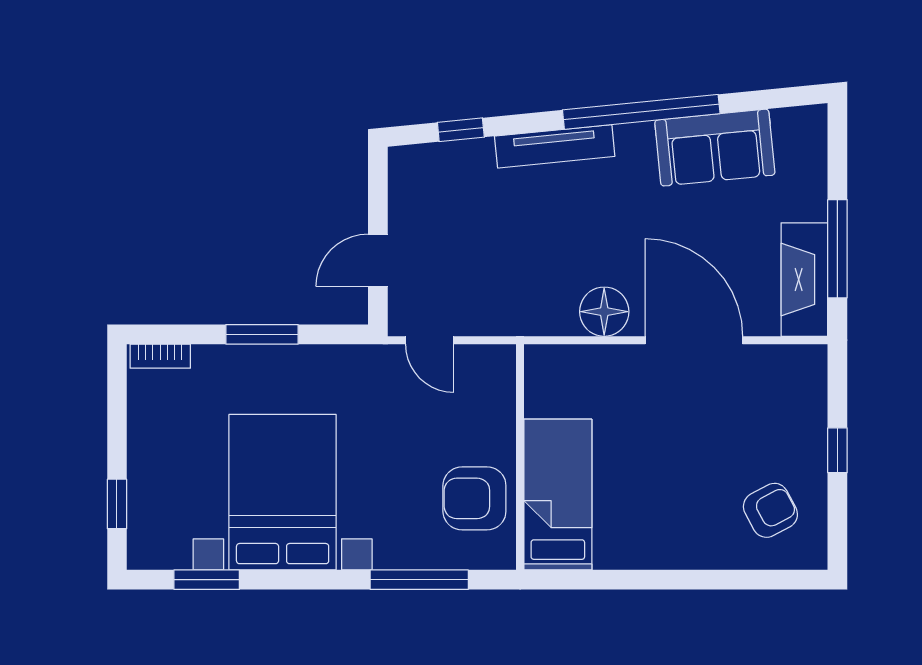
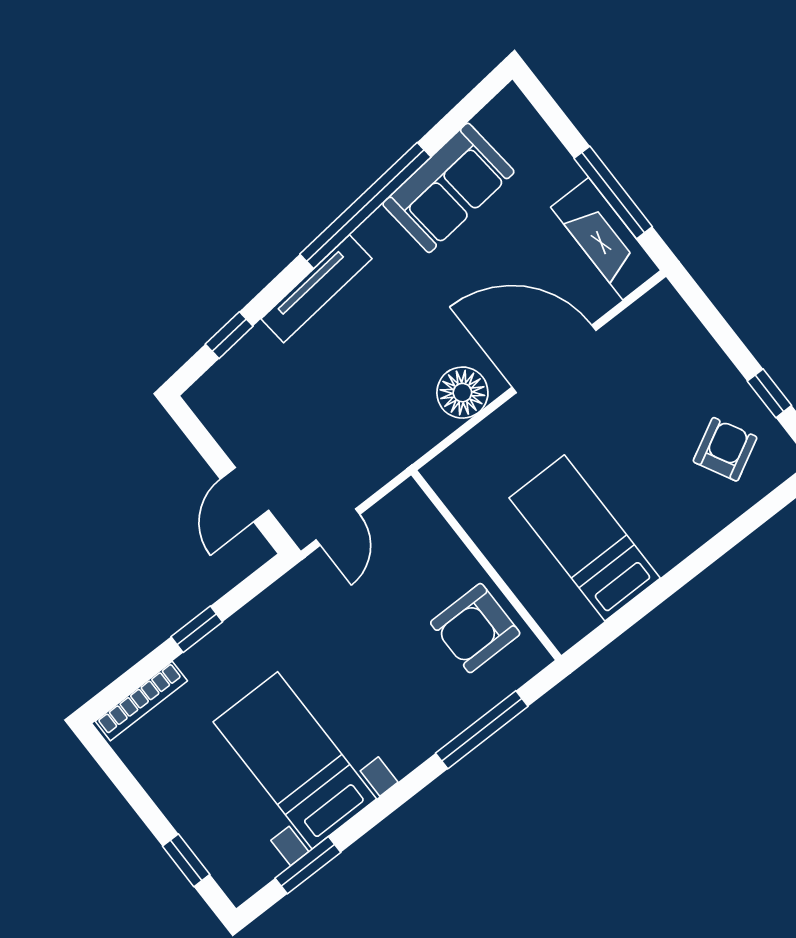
window: (262, 334) -> (197, 629), width x0.67
door: (430, 340) -> (338, 527), hinge flipped
bookcase: (160, 356) -> (141, 701), width x1.56
window: (837, 450) -> (769, 393), moved
bed with nightstands: (283, 492) -> (295, 760), width x0.73
bed: (558, 495) -> (585, 538), moved

